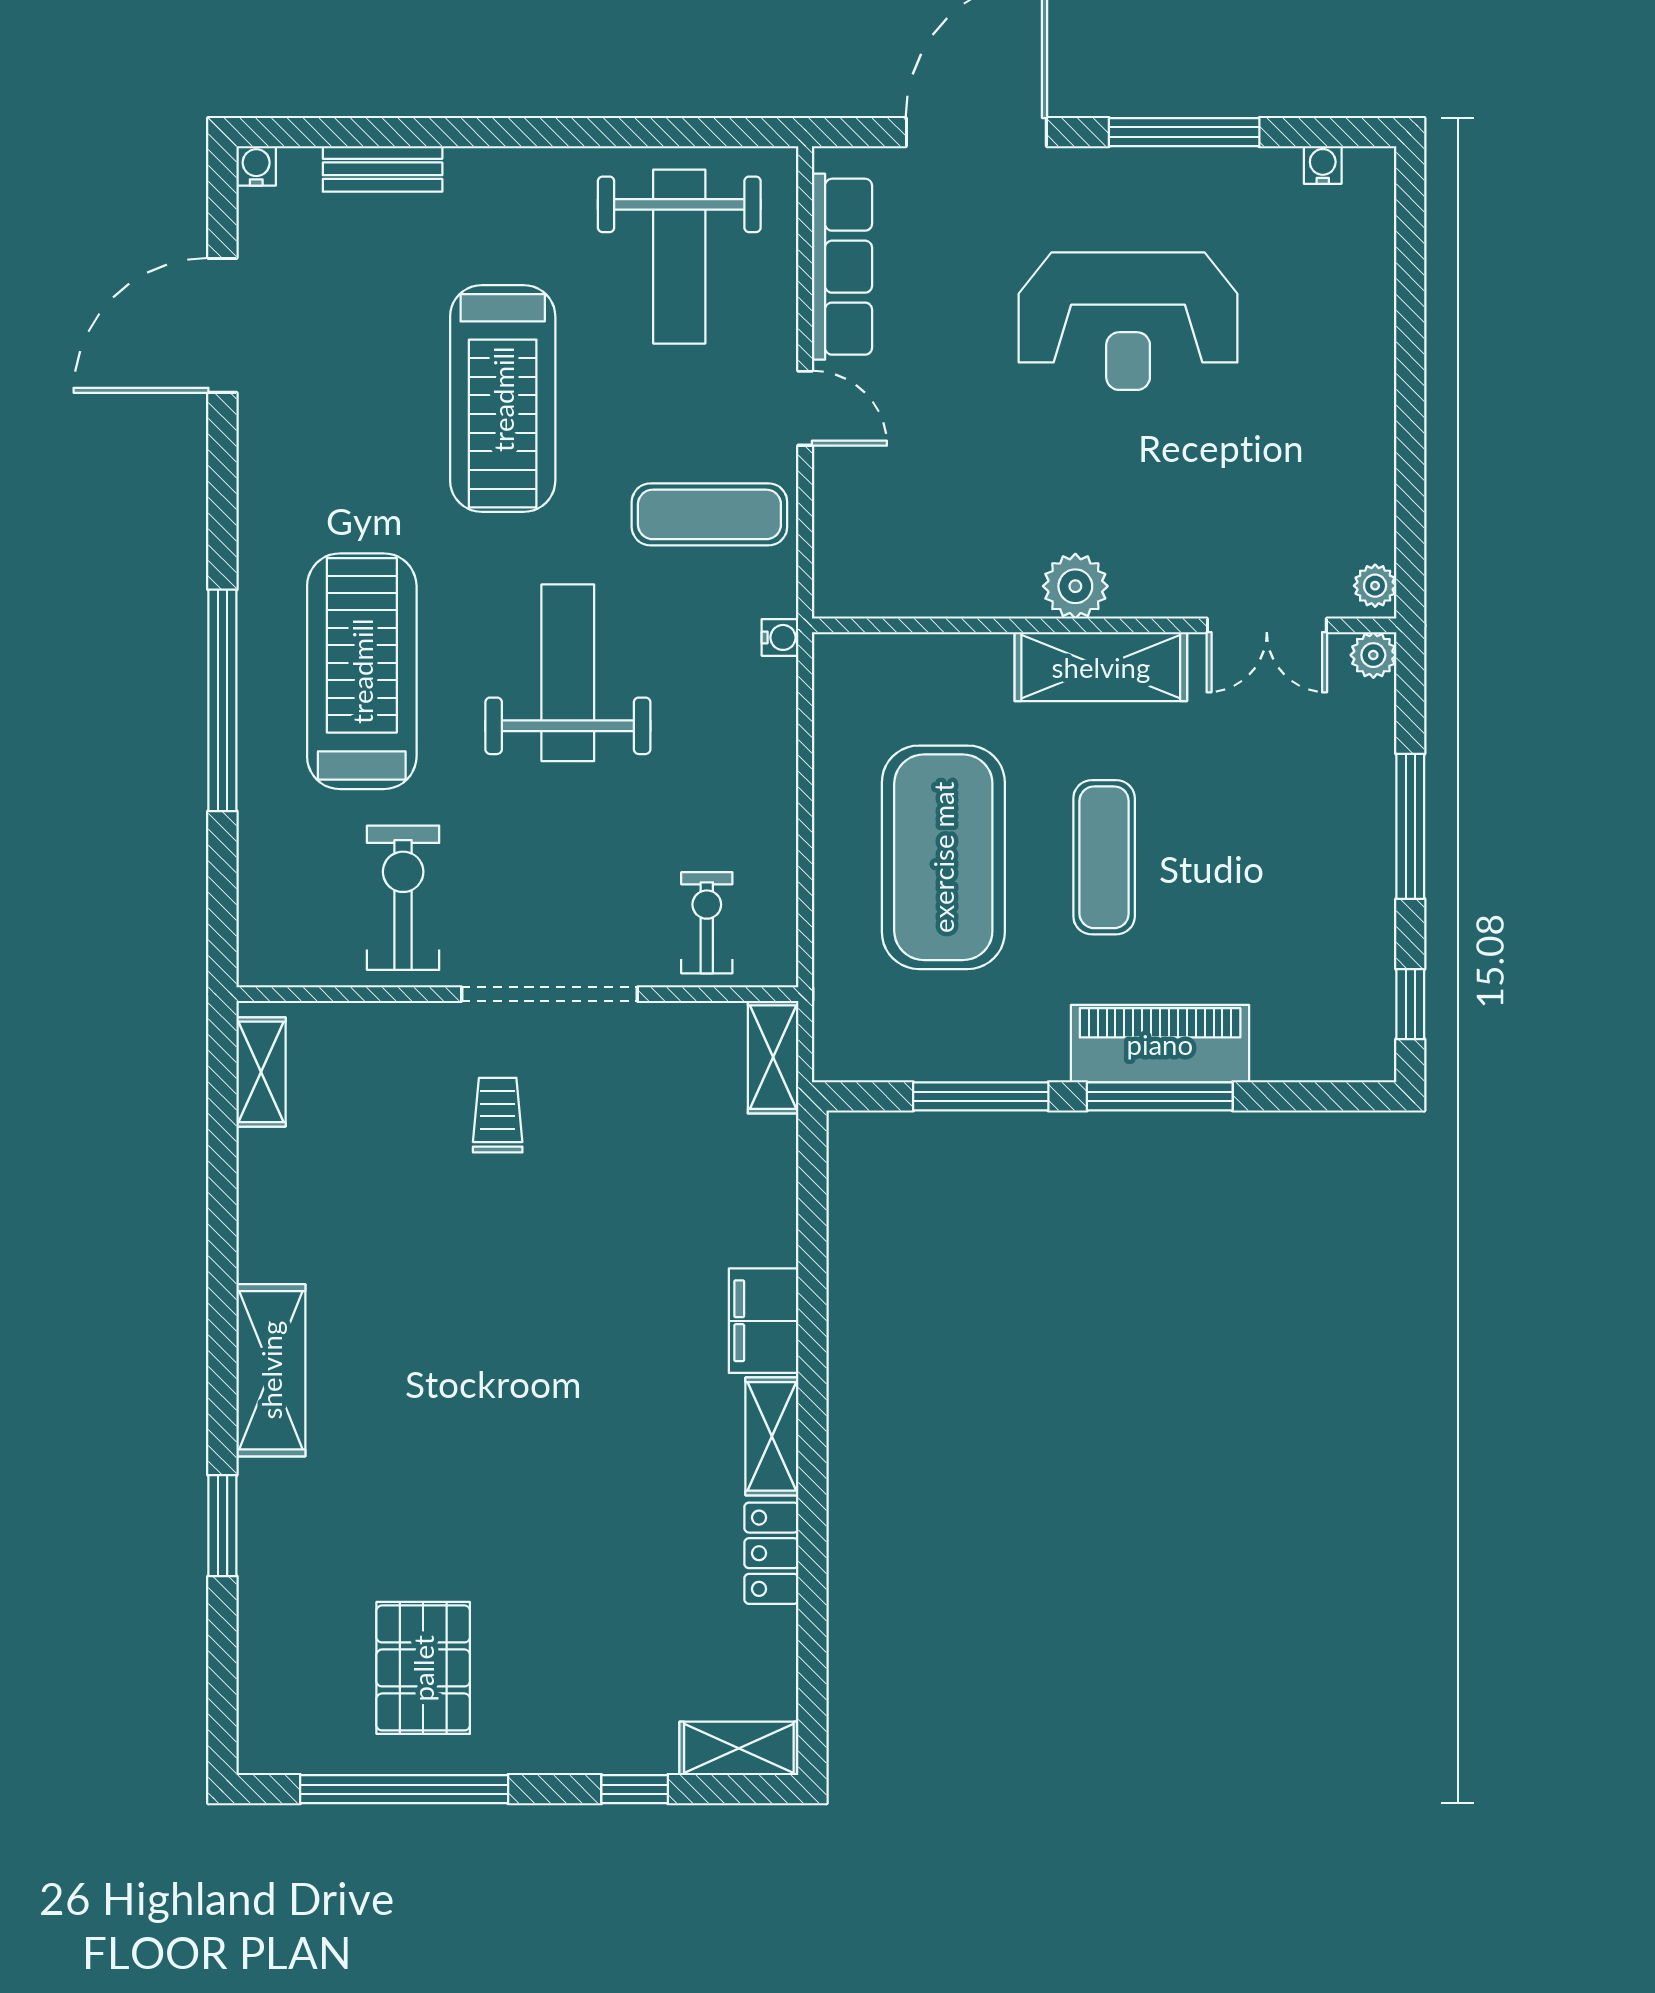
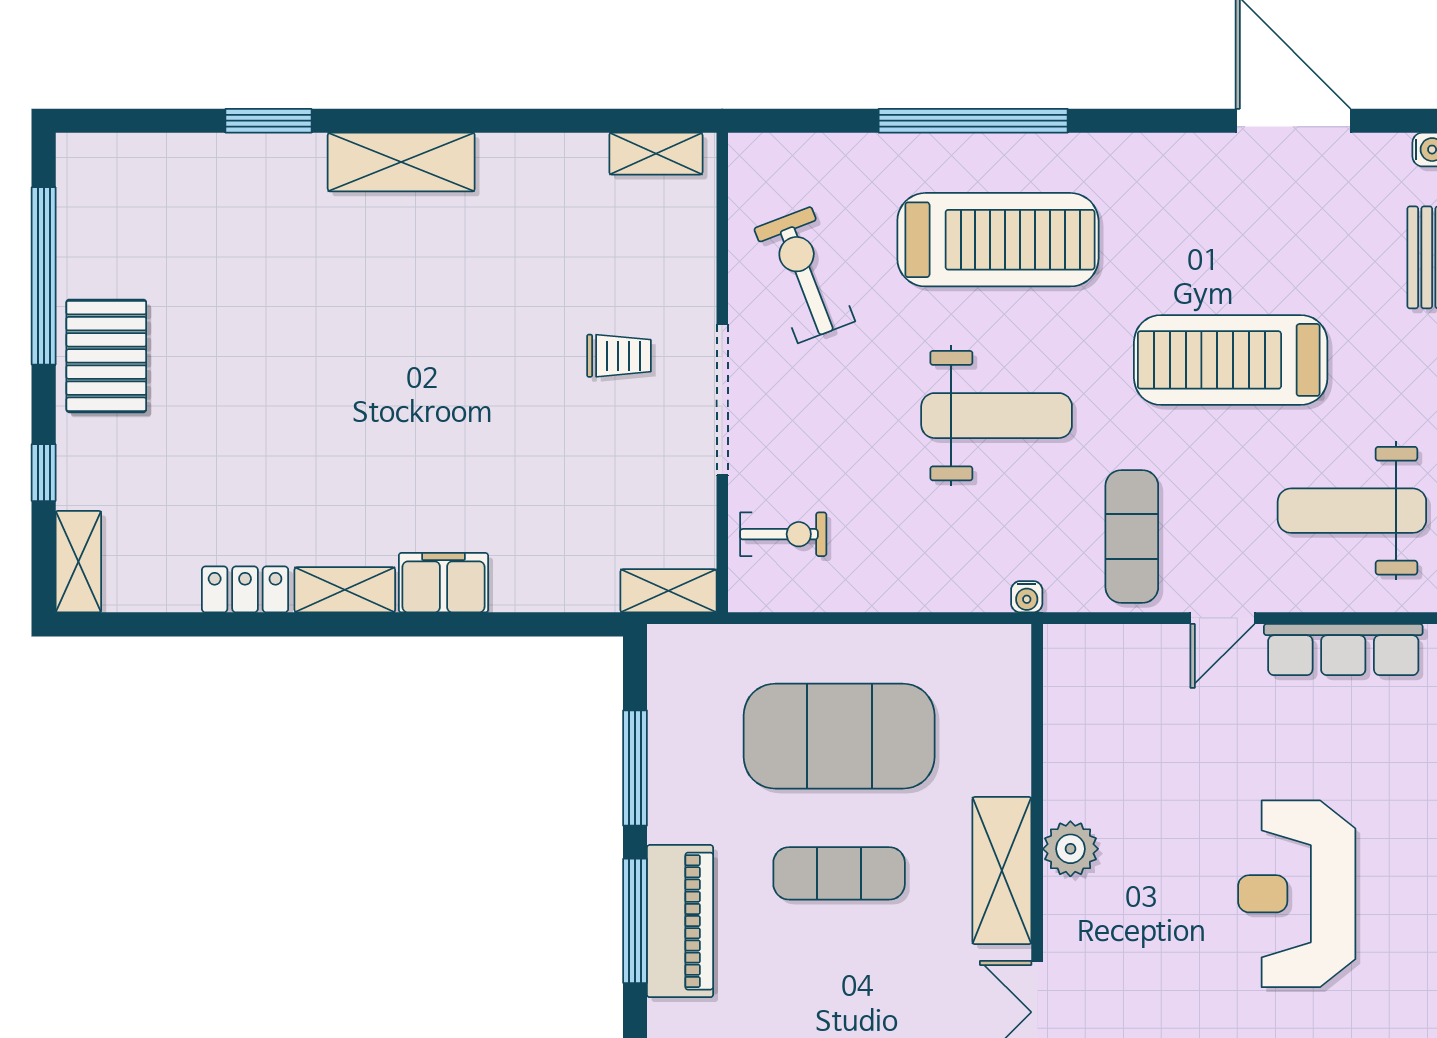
exercise bike: (403, 898) -> (805, 275), turned -111
pallet: (423, 1668) -> (106, 356), moved, turned 90

